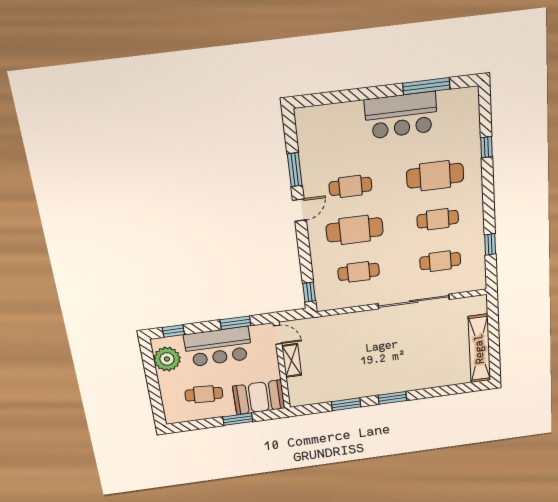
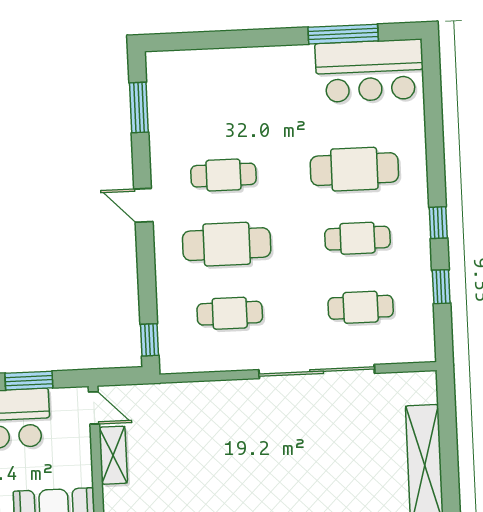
bar counter: (401, 115) -> (370, 71), moved
window: (486, 147) -> (438, 223), moved
window: (295, 170) -> (139, 108), moved
door: (299, 210) -> (143, 205), swing flipped

